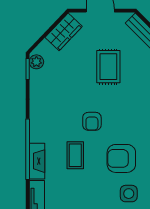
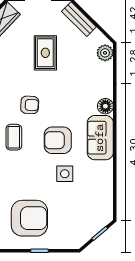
armchair: (92, 121) -> (30, 105), turned -87

